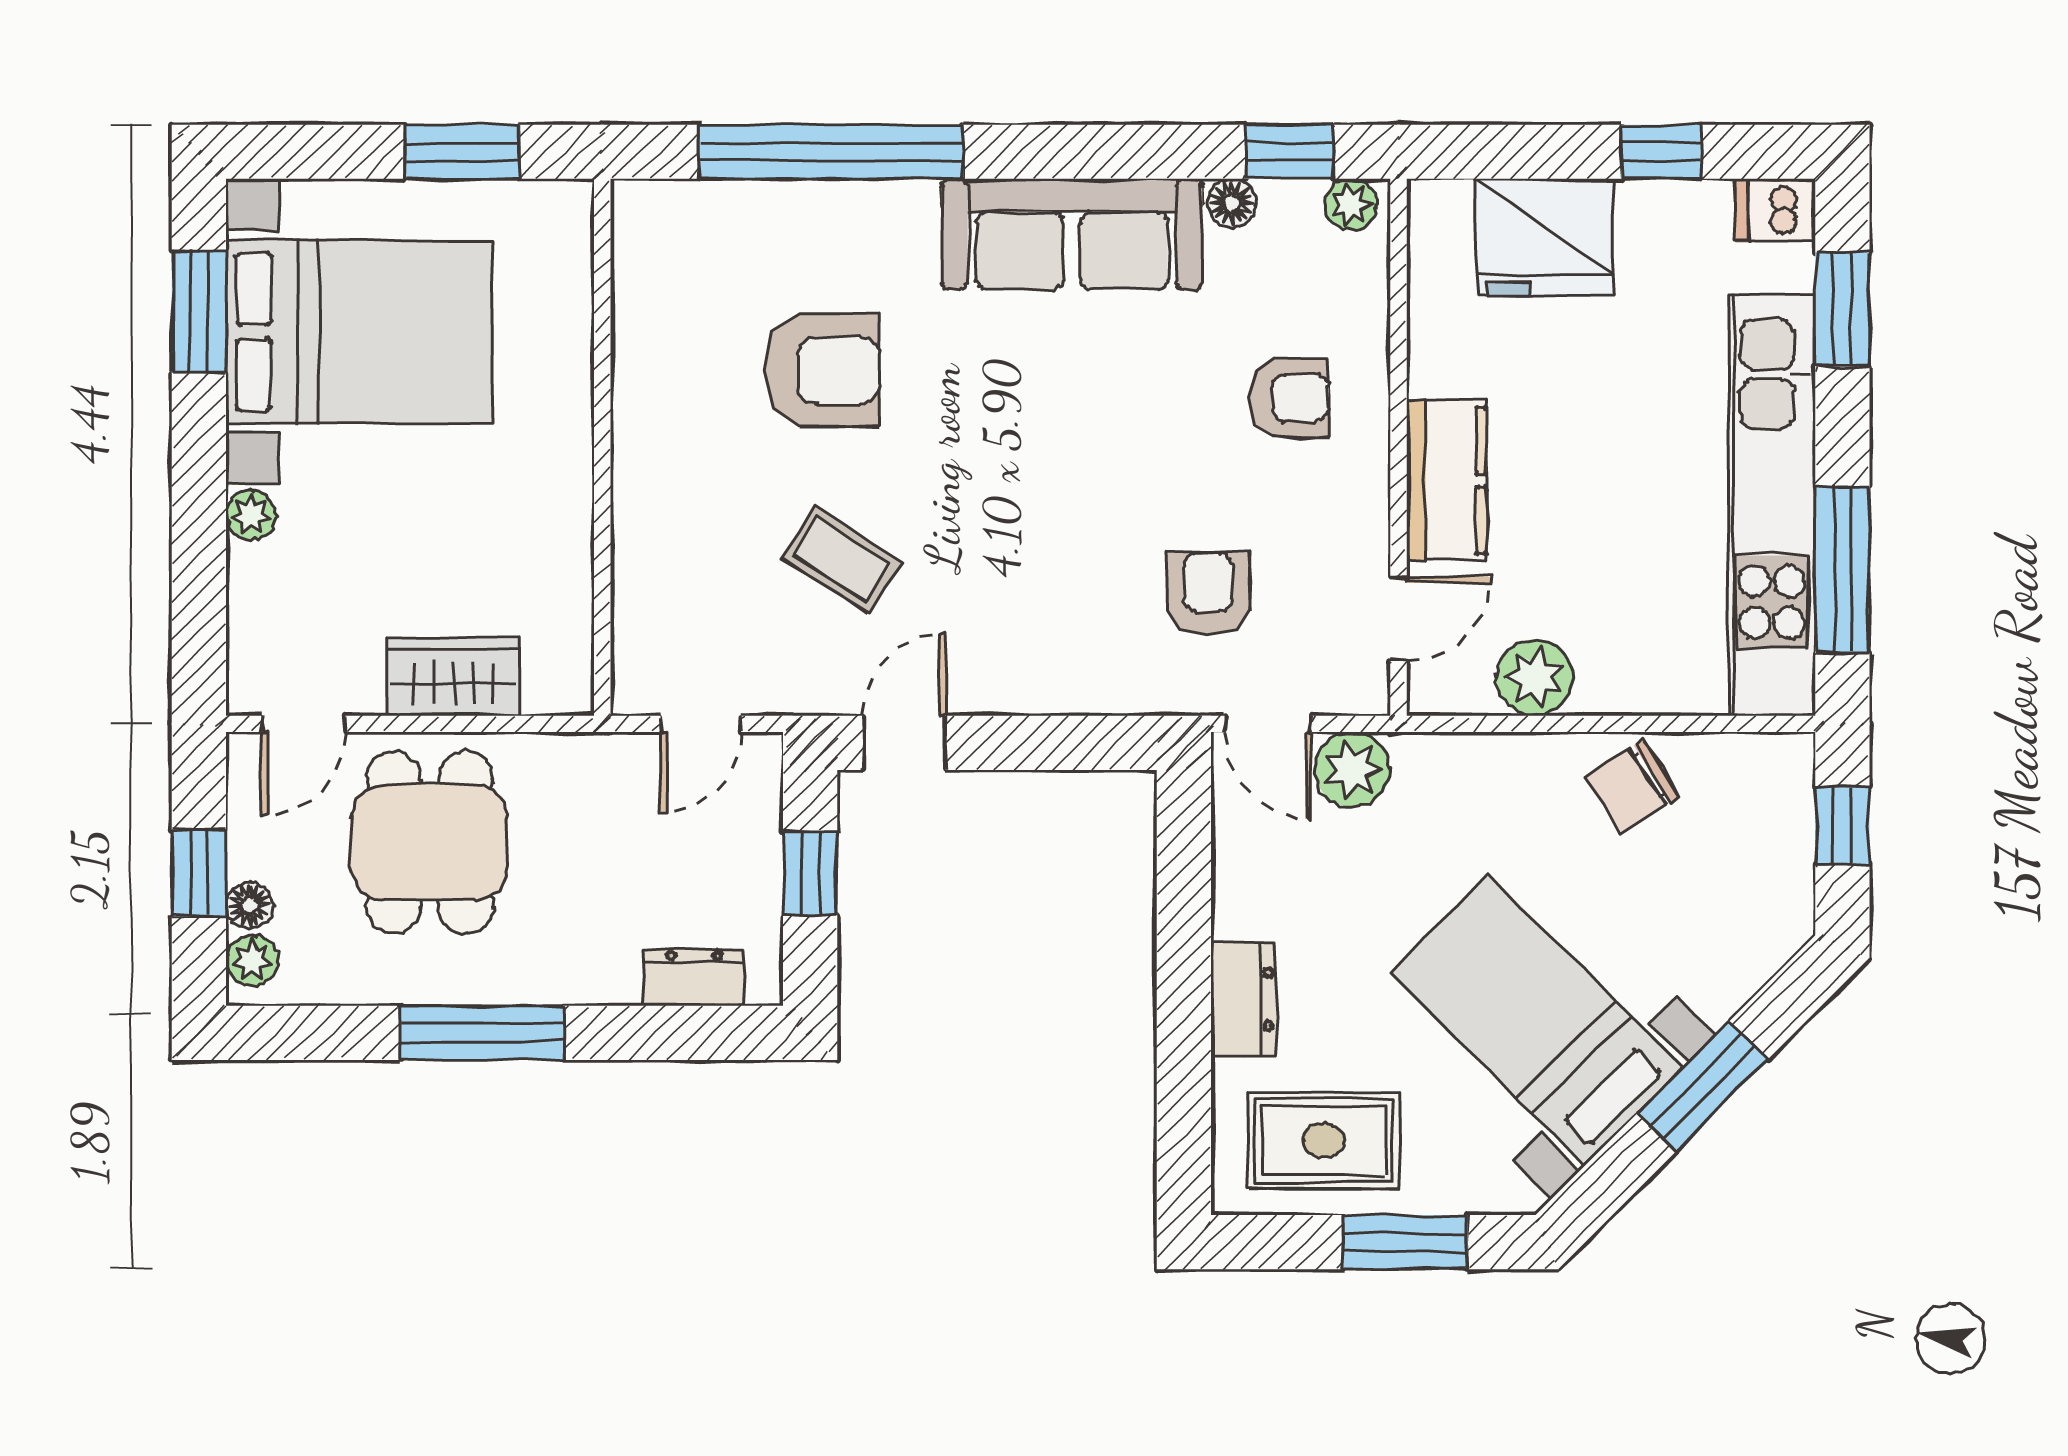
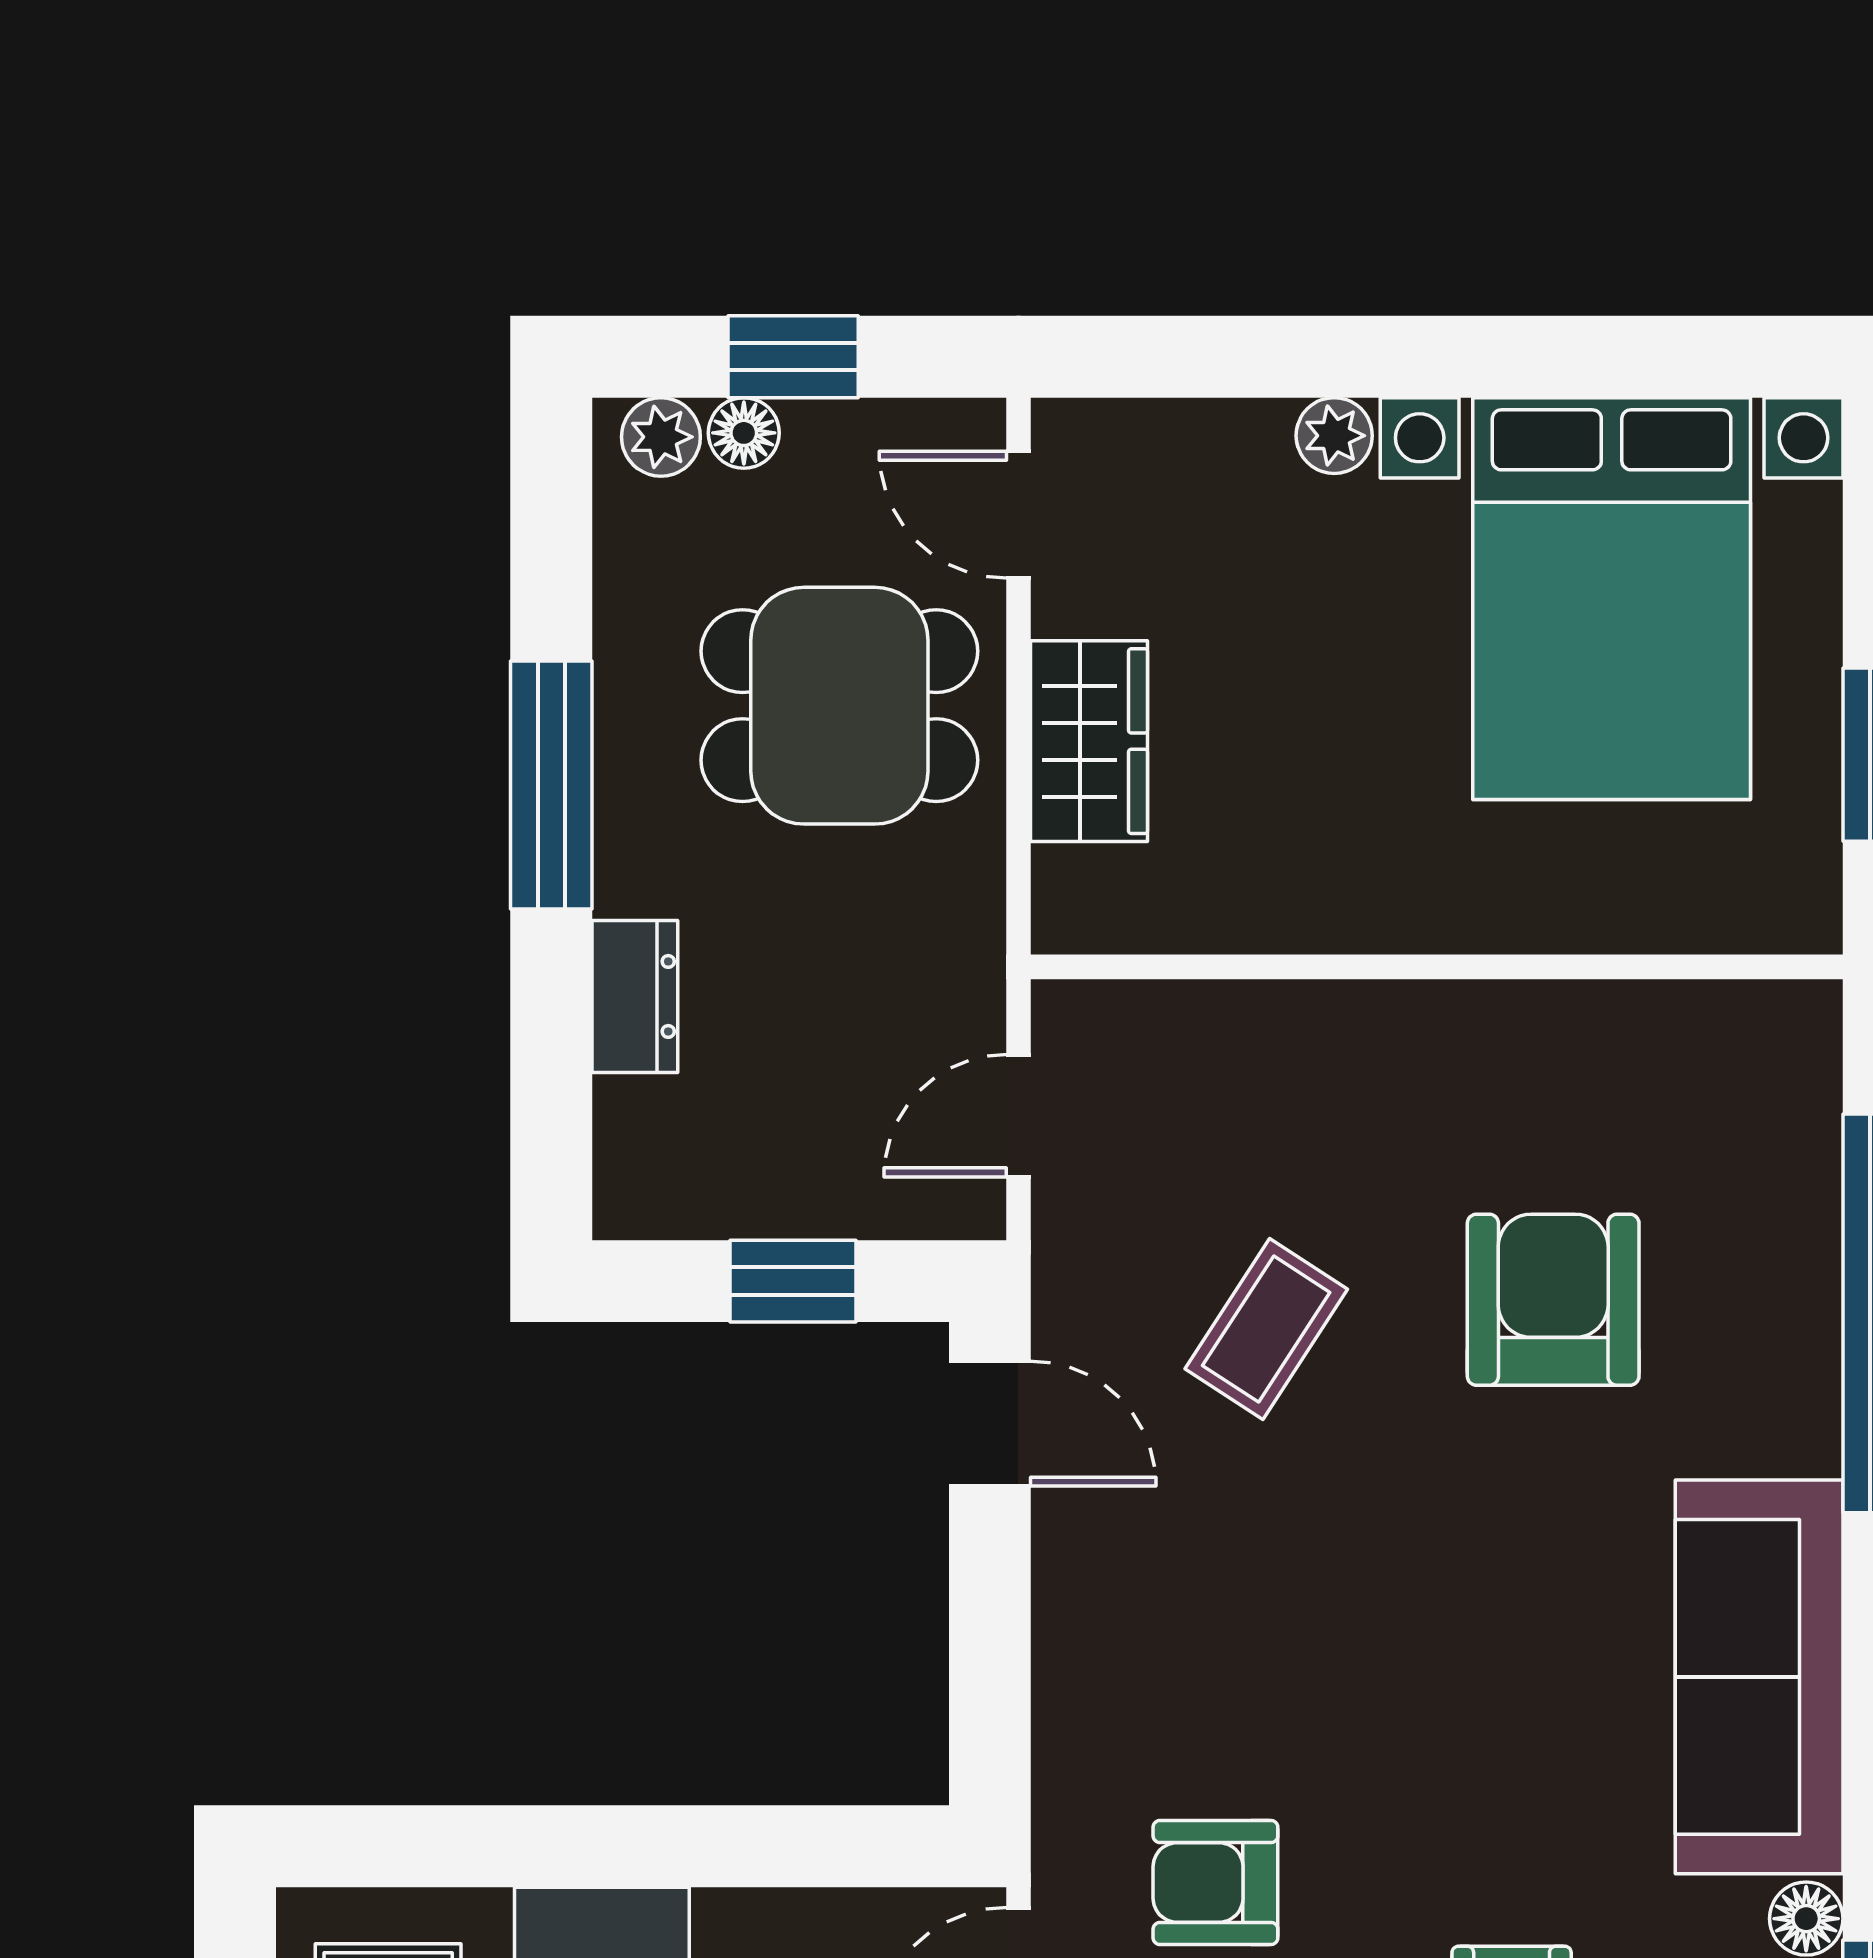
window: (199, 312) -> (1641, 357), removed
armchair: (822, 370) -> (1553, 1300), turned 180
armchair: (1208, 594) -> (1215, 1882), turned 180
door: (701, 724) -> (1018, 1116), hinge flipped
dresser: (694, 978) -> (635, 996), moved

